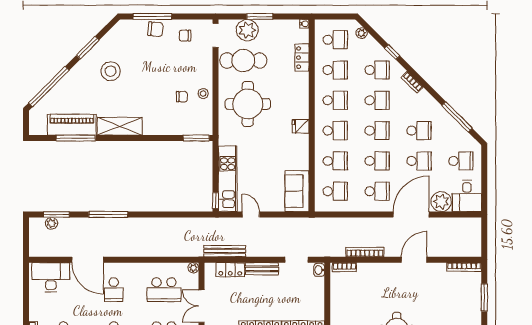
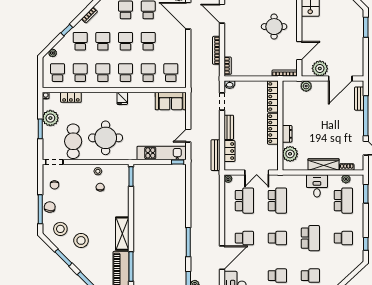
plant: (247, 30) -> (50, 118), moved
stool: (126, 43) -> (60, 229), added
school desk: (377, 191) -> (171, 41), removed

